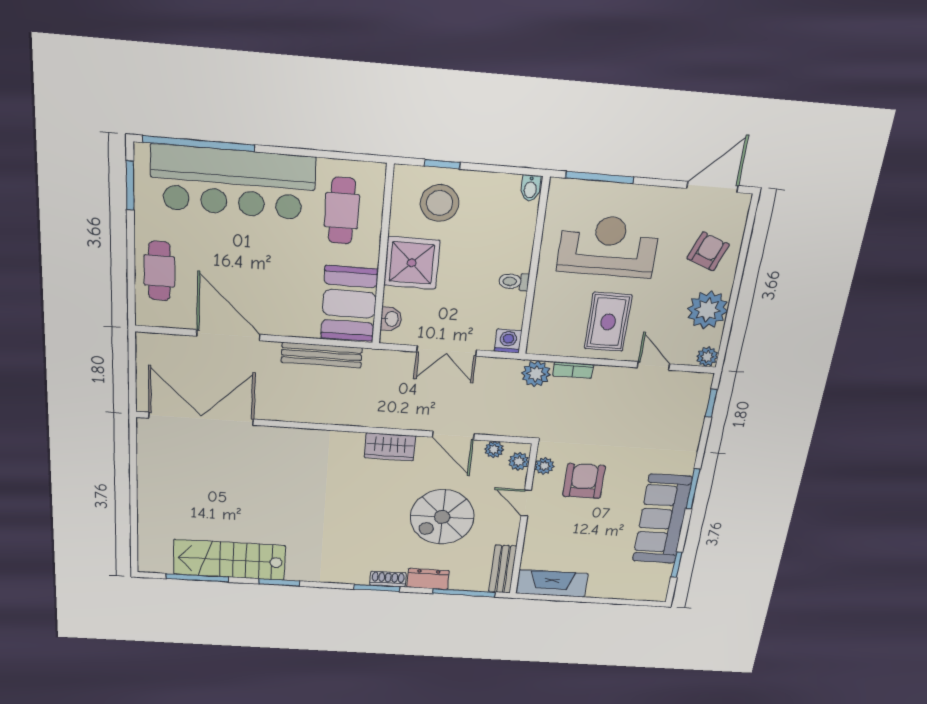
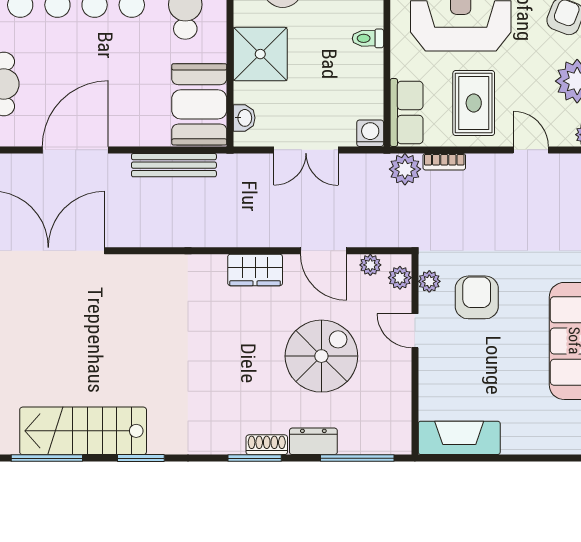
toilet: (514, 282) -> (368, 38), moved
row of seats: (544, 326) -> (407, 113), added
door: (228, 335) -> (75, 150), hinge flipped
spiral stairs: (442, 517) -> (321, 356), turned 180
bench: (503, 569) -> (399, 422), removed

